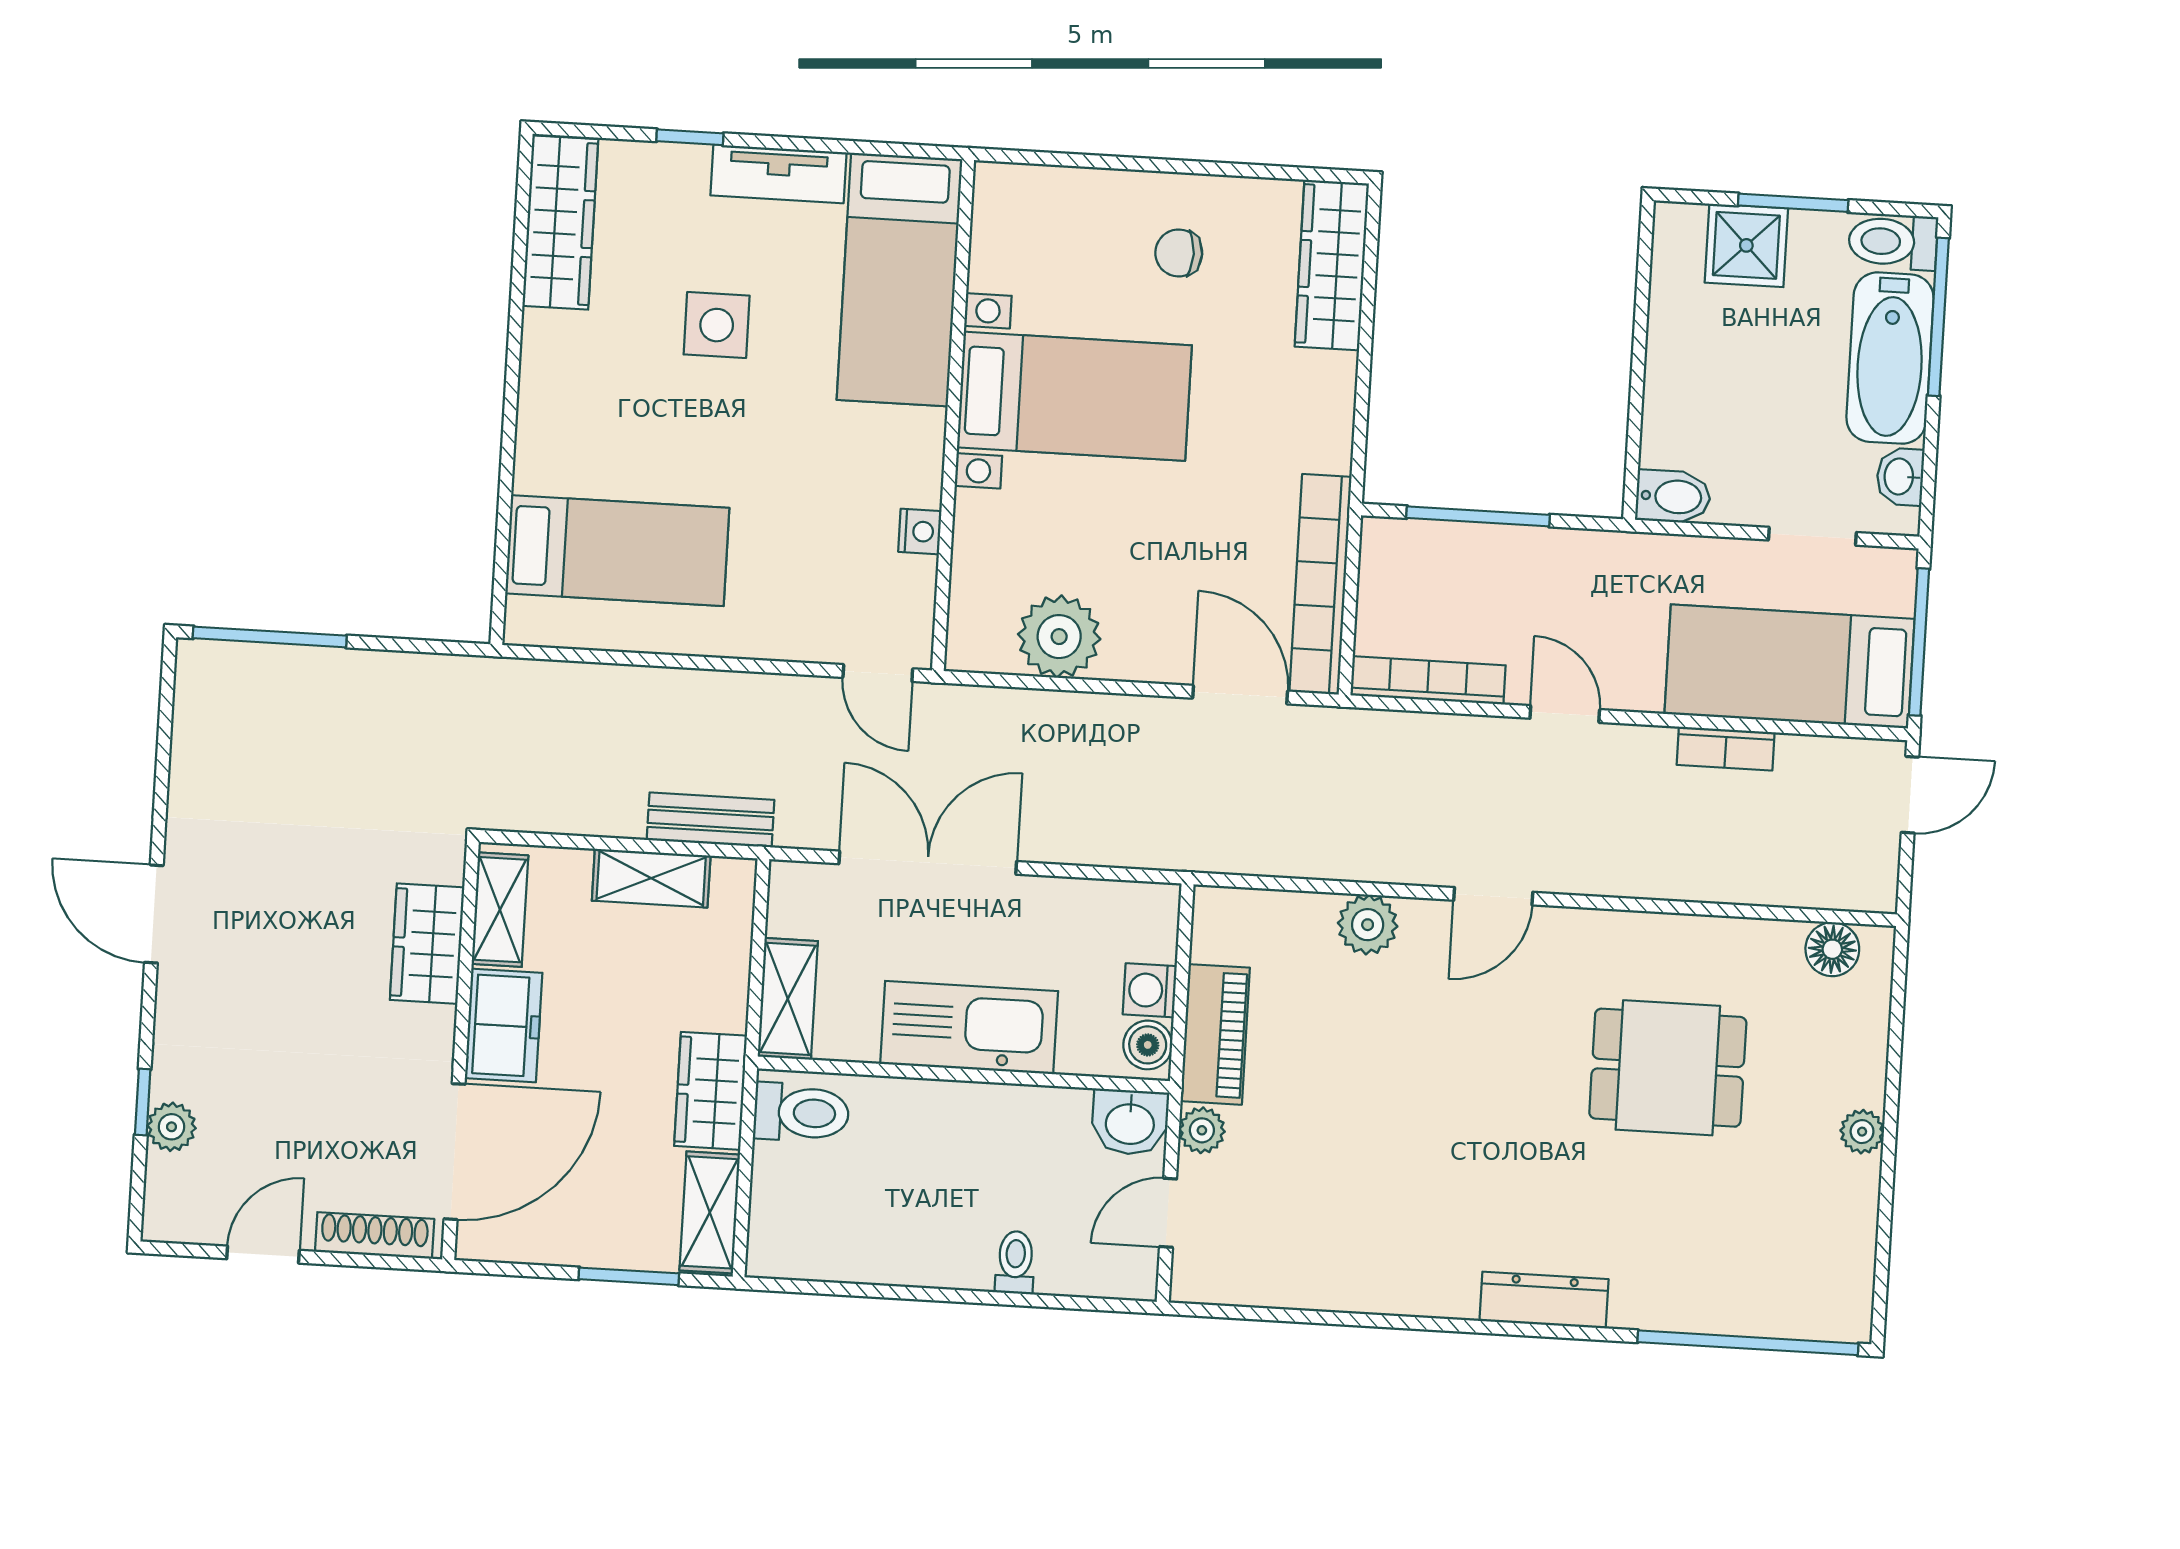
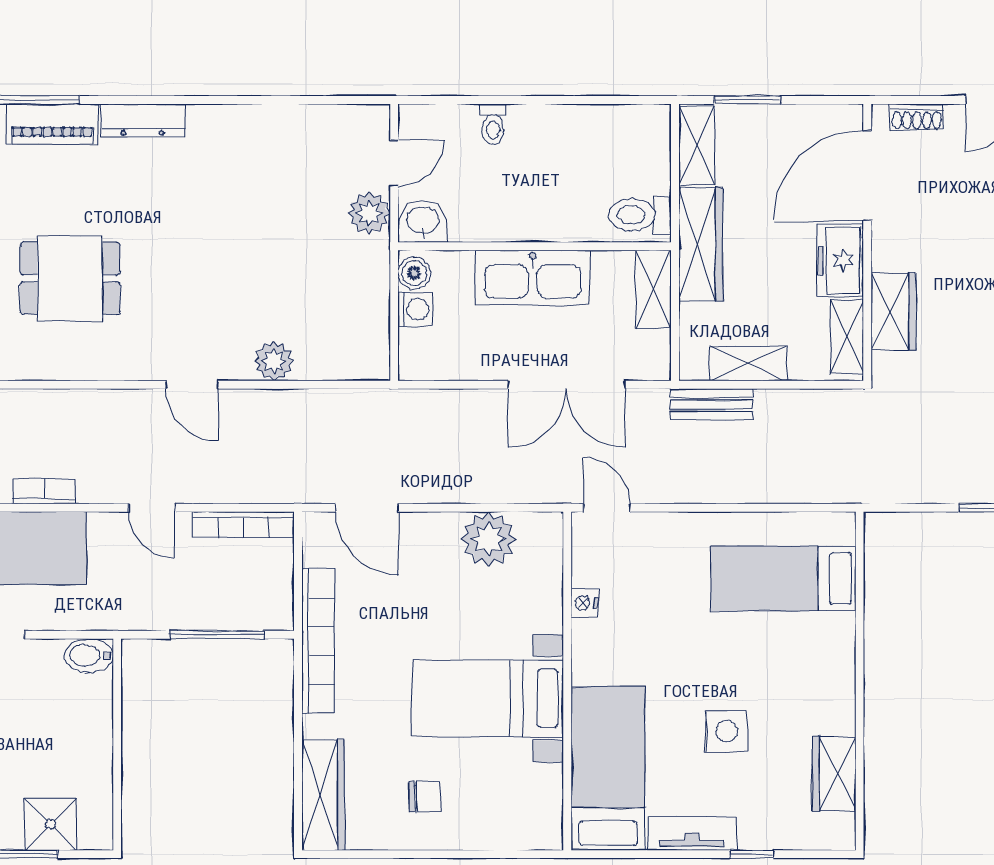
wardrobe: (560, 222) -> (834, 774), width x0.67
bookcase: (1320, 584) -> (318, 641), moved
door: (1493, 896) -> (192, 385), swing flipped
piano: (1215, 1034) -> (52, 124), moved, turned -90
wardrobe: (711, 1091) -> (701, 245), width x1.50
plant: (1202, 1130) -> (369, 213), width x1.38, depth x1.38
shoe rack: (375, 1235) -> (917, 117), width x0.70

